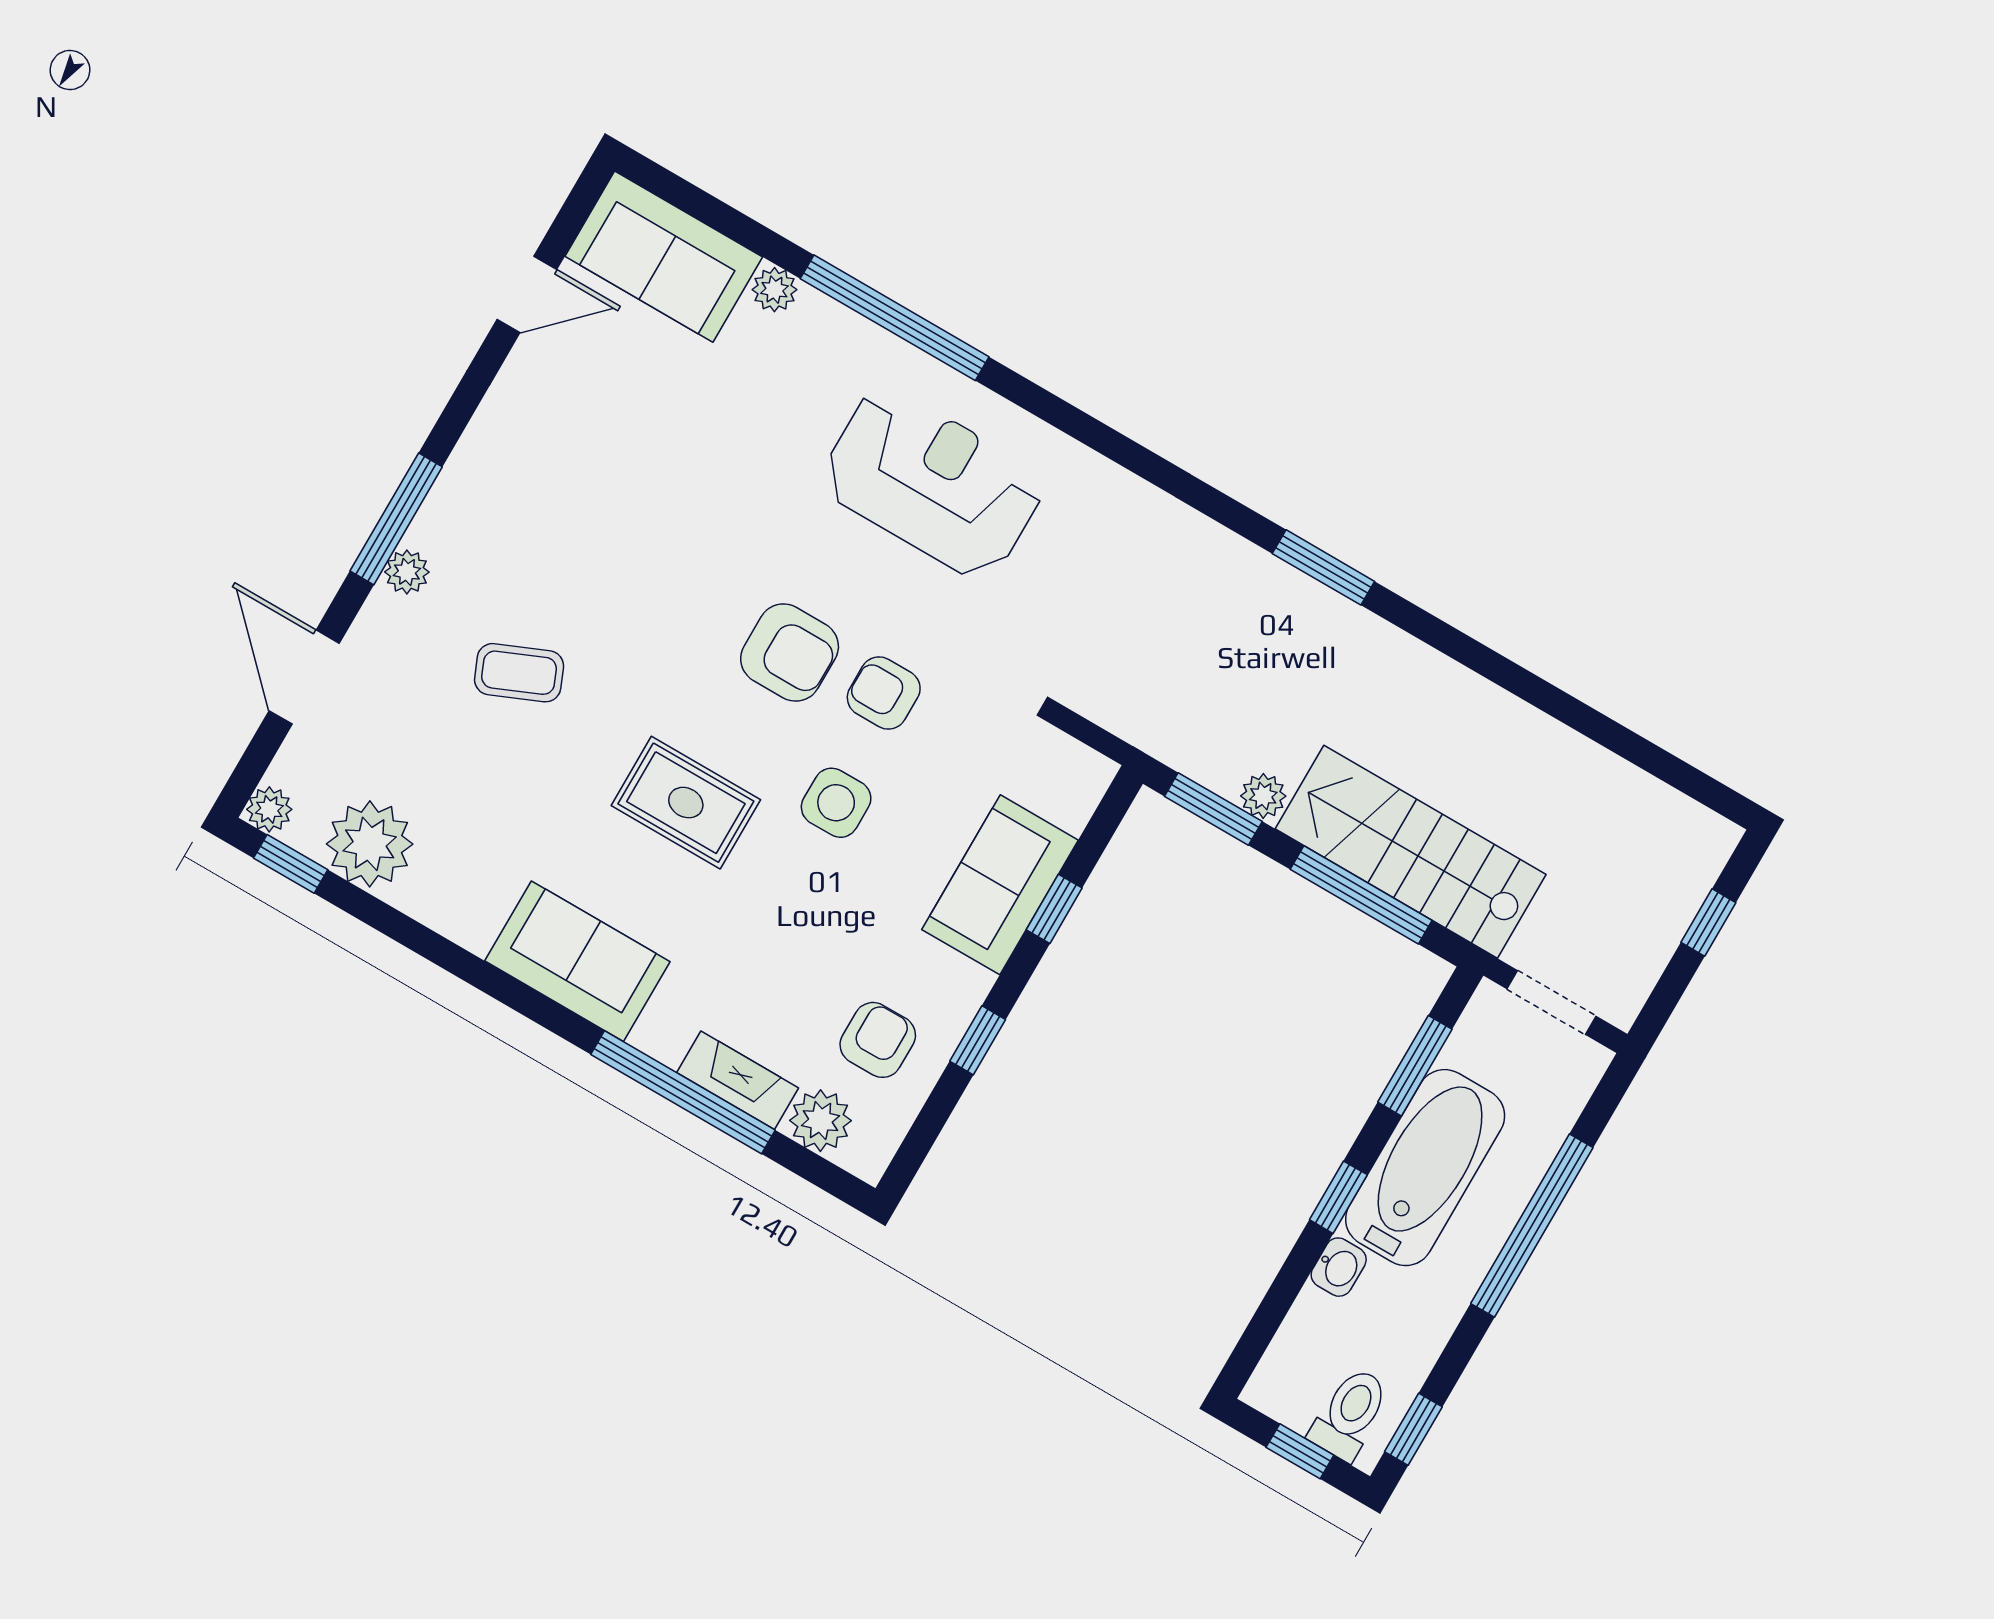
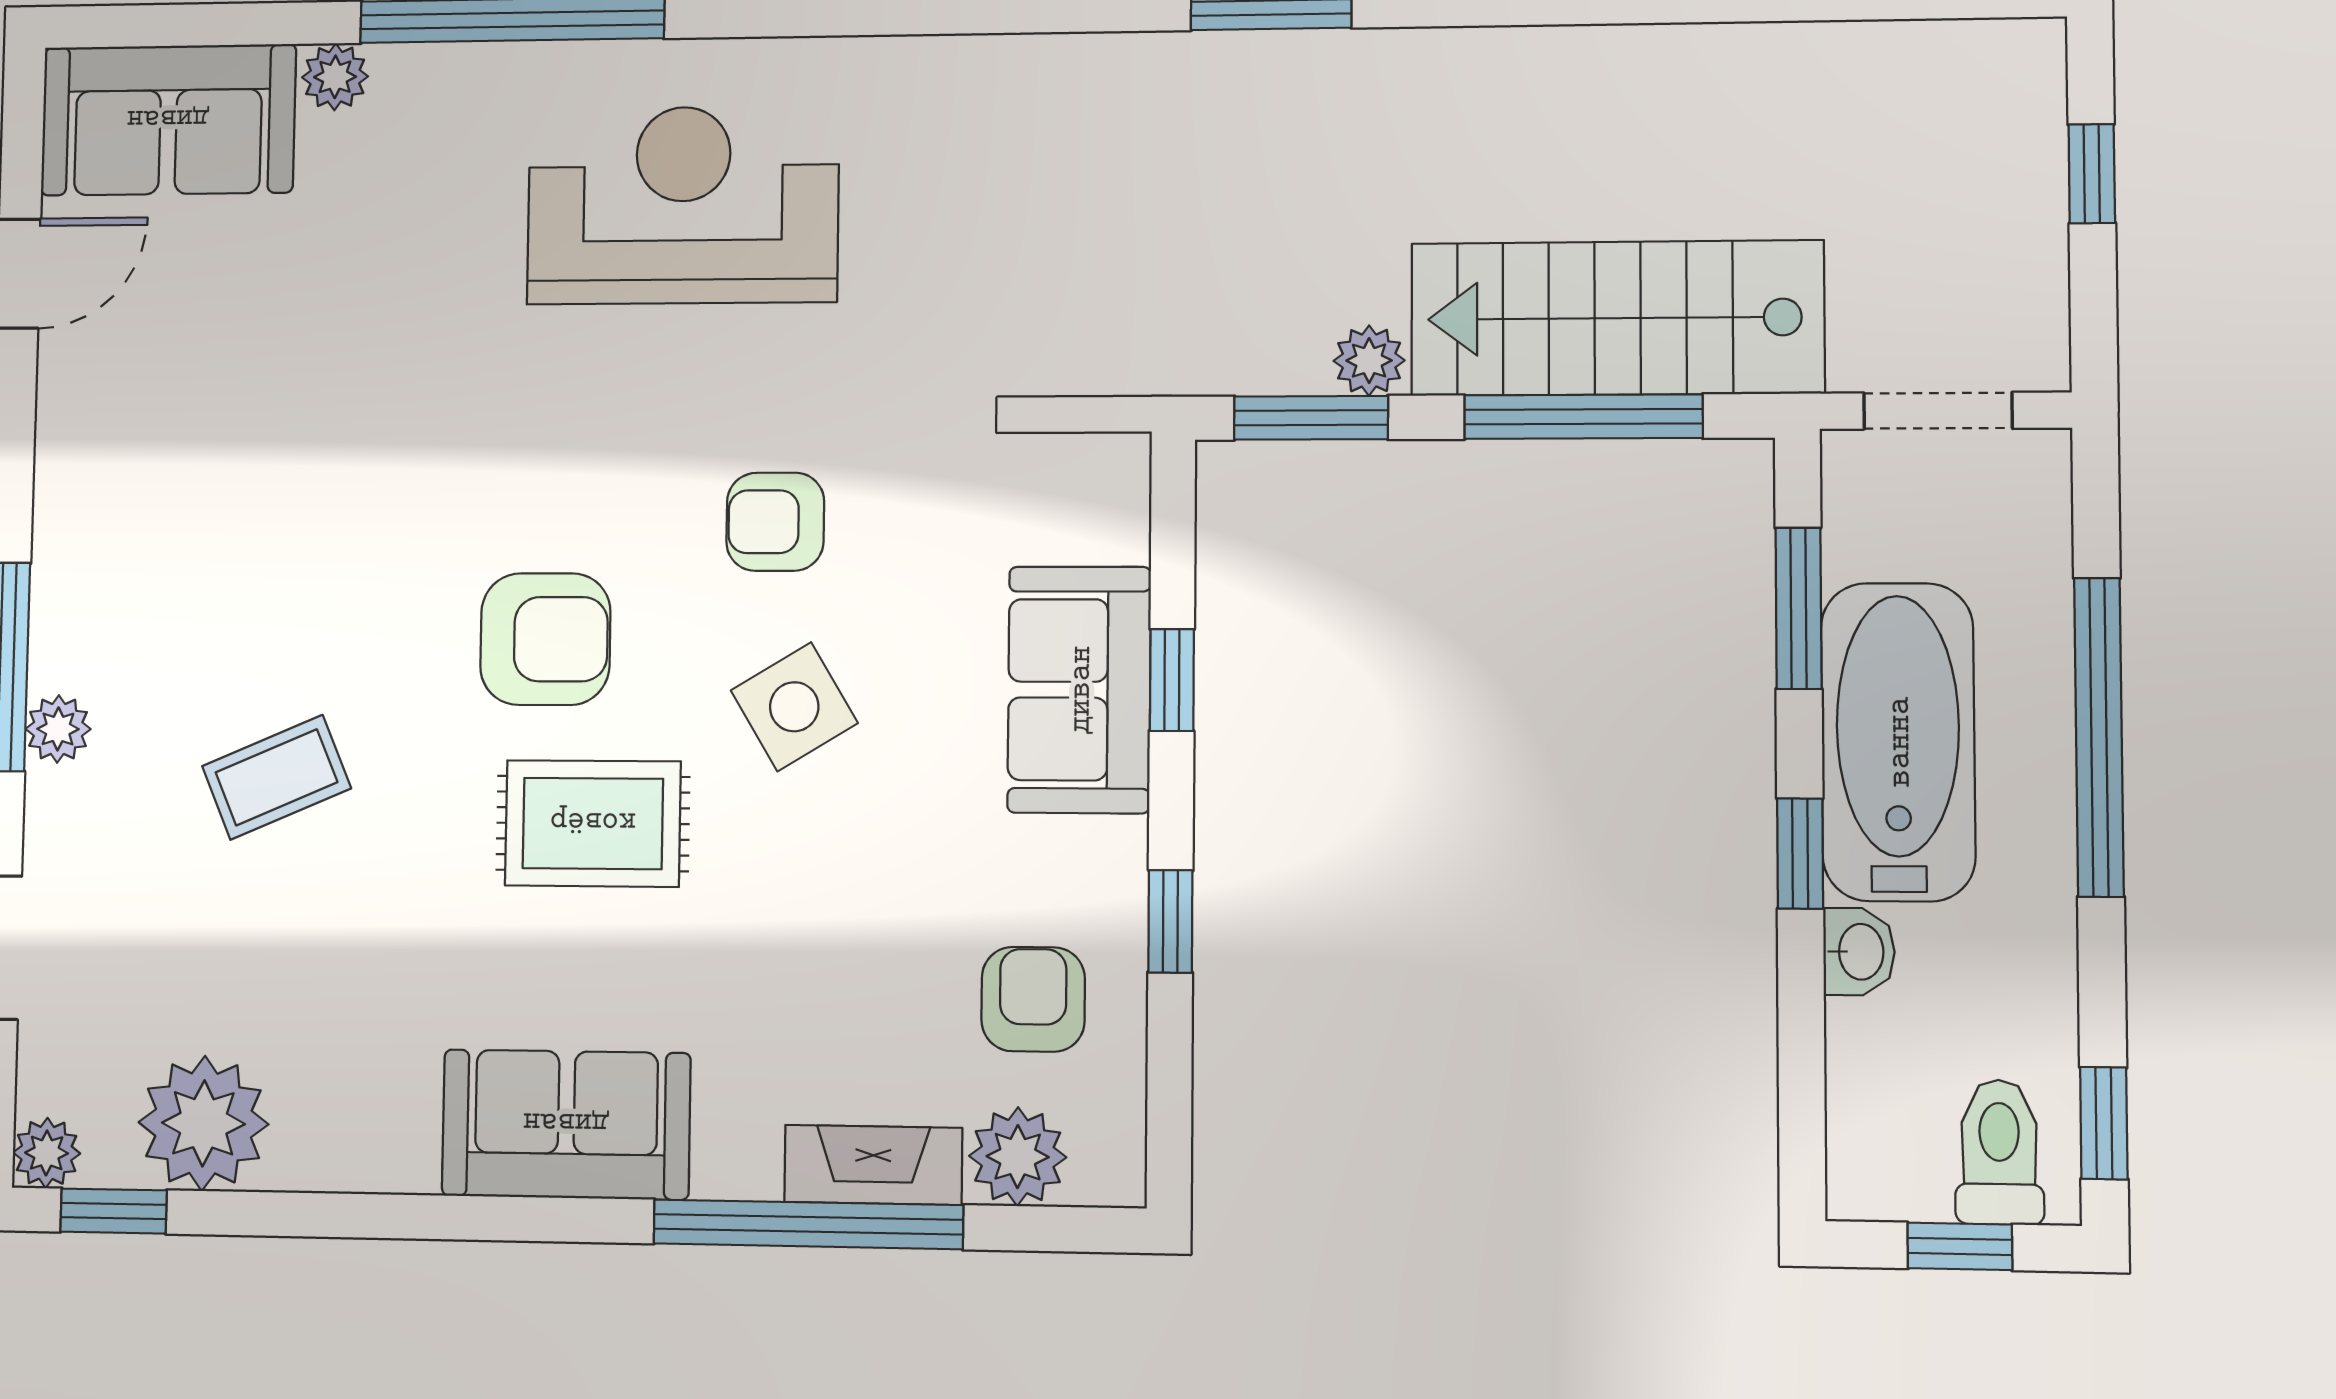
armchair: (790, 653) -> (545, 639), moved
side table: (836, 803) -> (794, 707), turned -31

